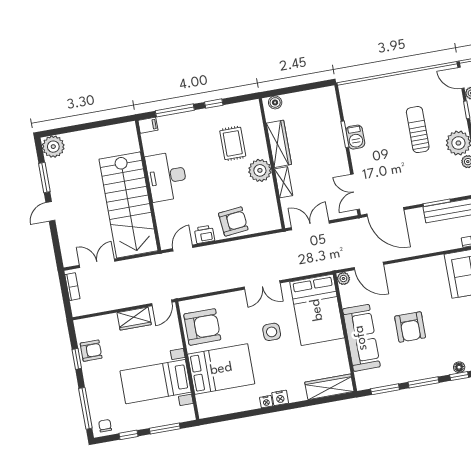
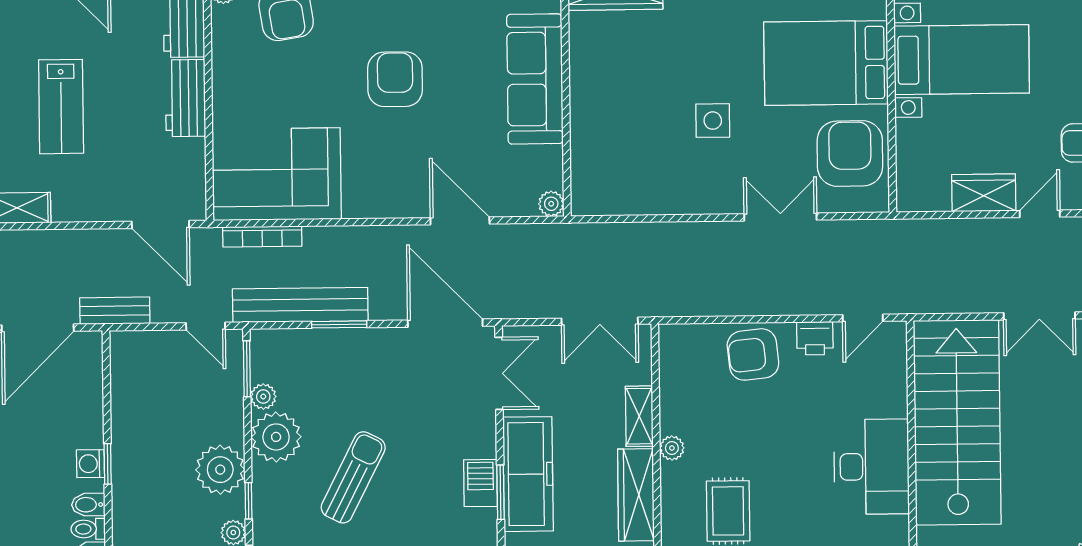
sun lounger: (418, 130) -> (353, 477), turned -153
freezer: (333, 145) -> (528, 474), added
plant: (260, 170) -> (672, 448), width x0.53, depth x0.53
door: (369, 266) -> (460, 221), moved
double door: (262, 285) -> (780, 217), moved
door: (162, 303) -> (1040, 214), moved
bed: (317, 310) -> (614, 150), removed
armchair: (202, 327) -> (850, 153), turned 90
armchair: (410, 327) -> (395, 79), moved

